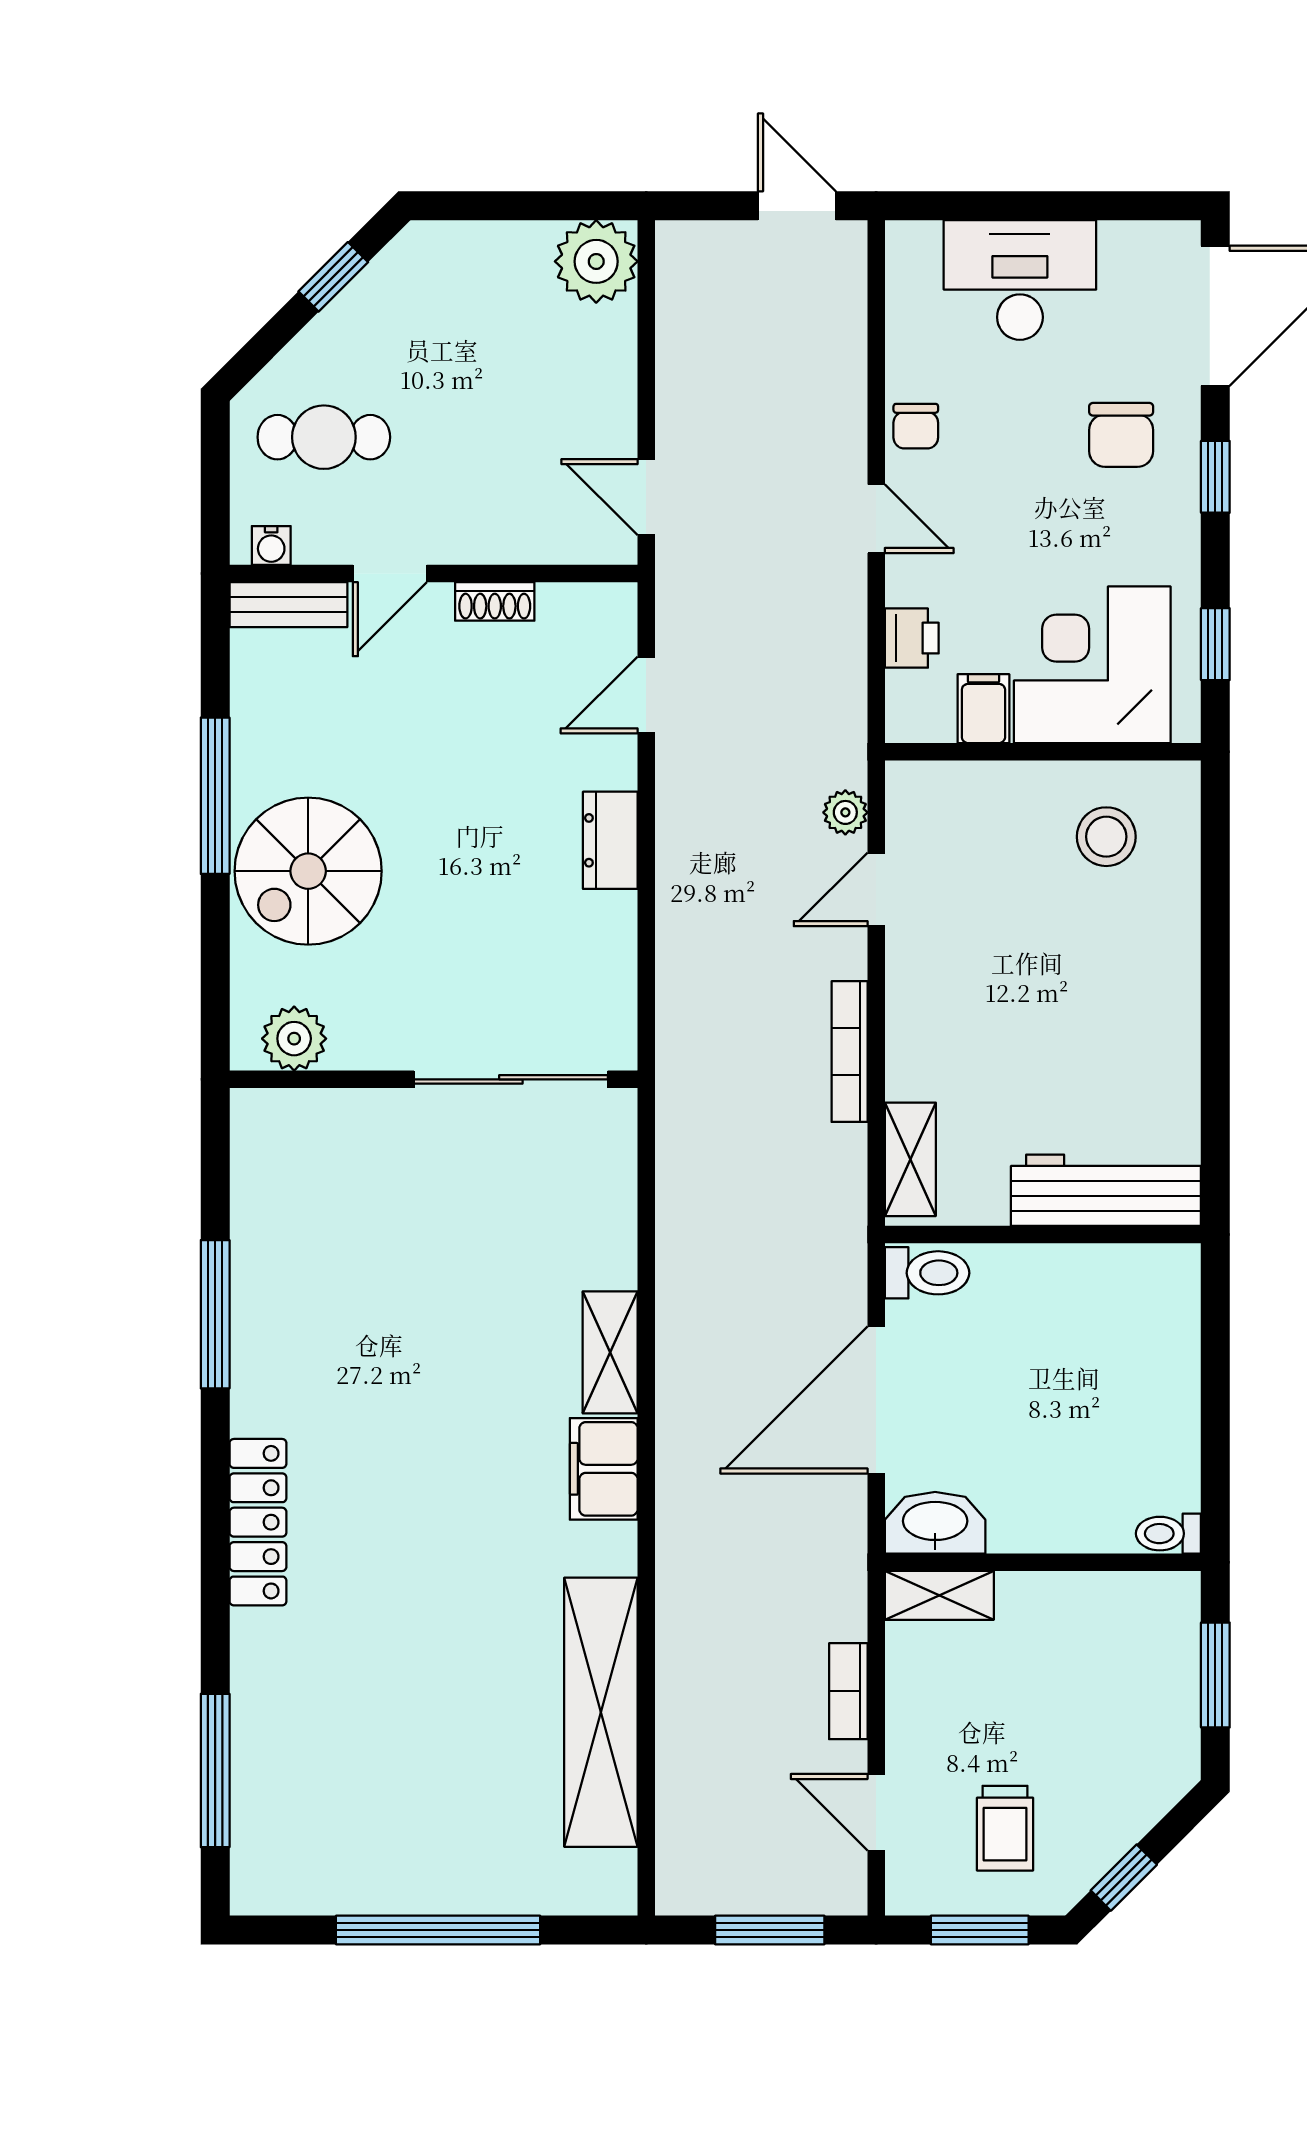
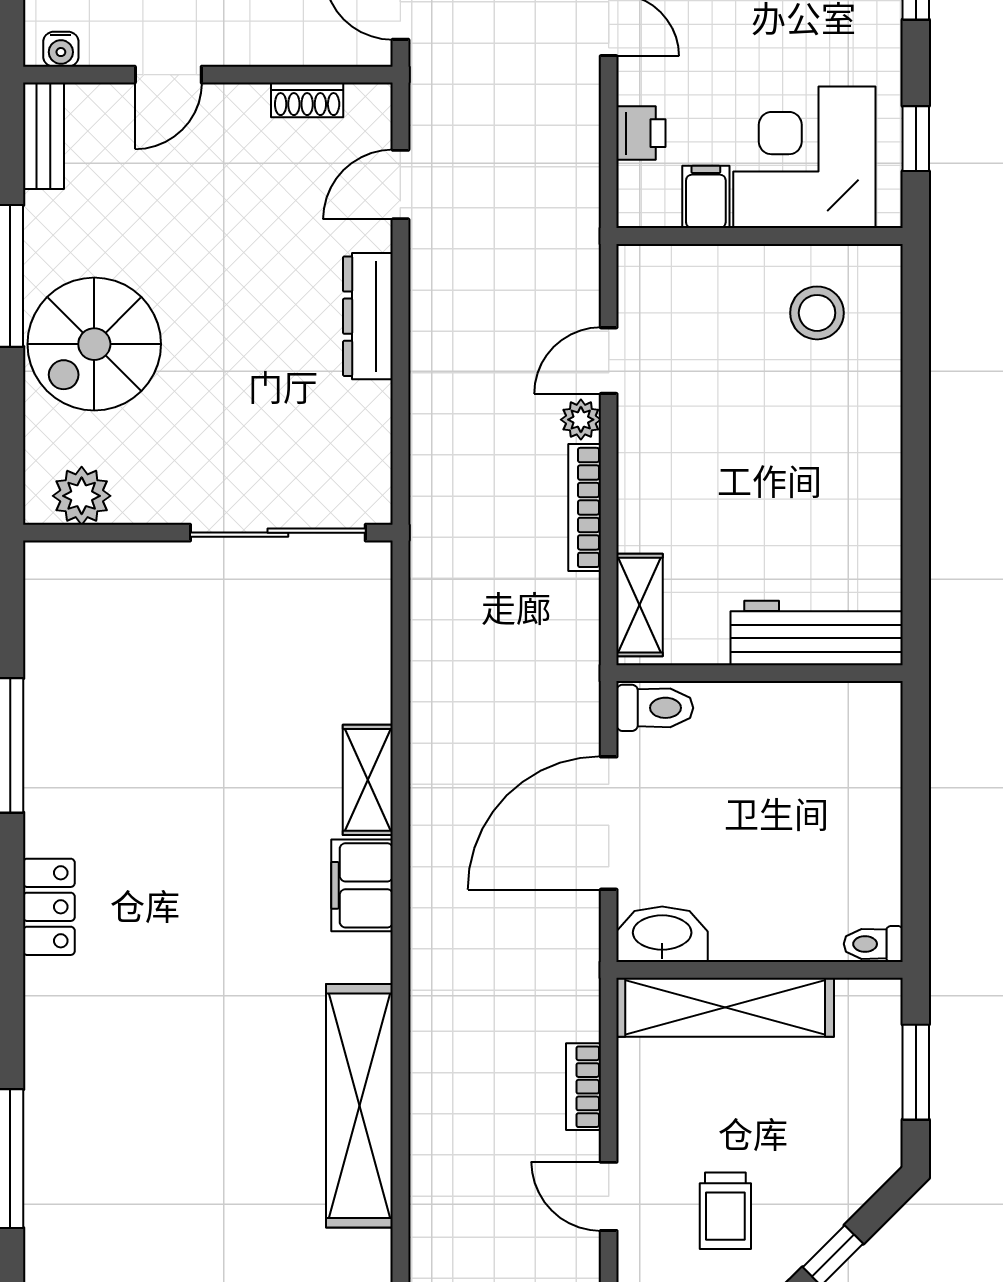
shoe rack: (495, 601) -> (307, 100), moved
bench: (288, 605) -> (43, 136), moved, turned 90
plant: (845, 812) -> (581, 420), moved
dresser: (610, 840) -> (368, 316), width x1.44
locker: (258, 1522) -> (49, 907), width x0.66
shelving: (939, 1595) -> (725, 1007), width x2.20, depth x1.33

